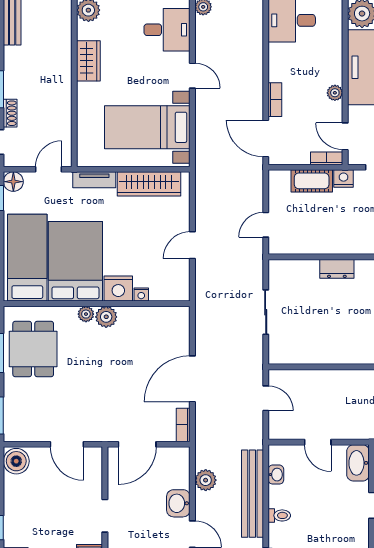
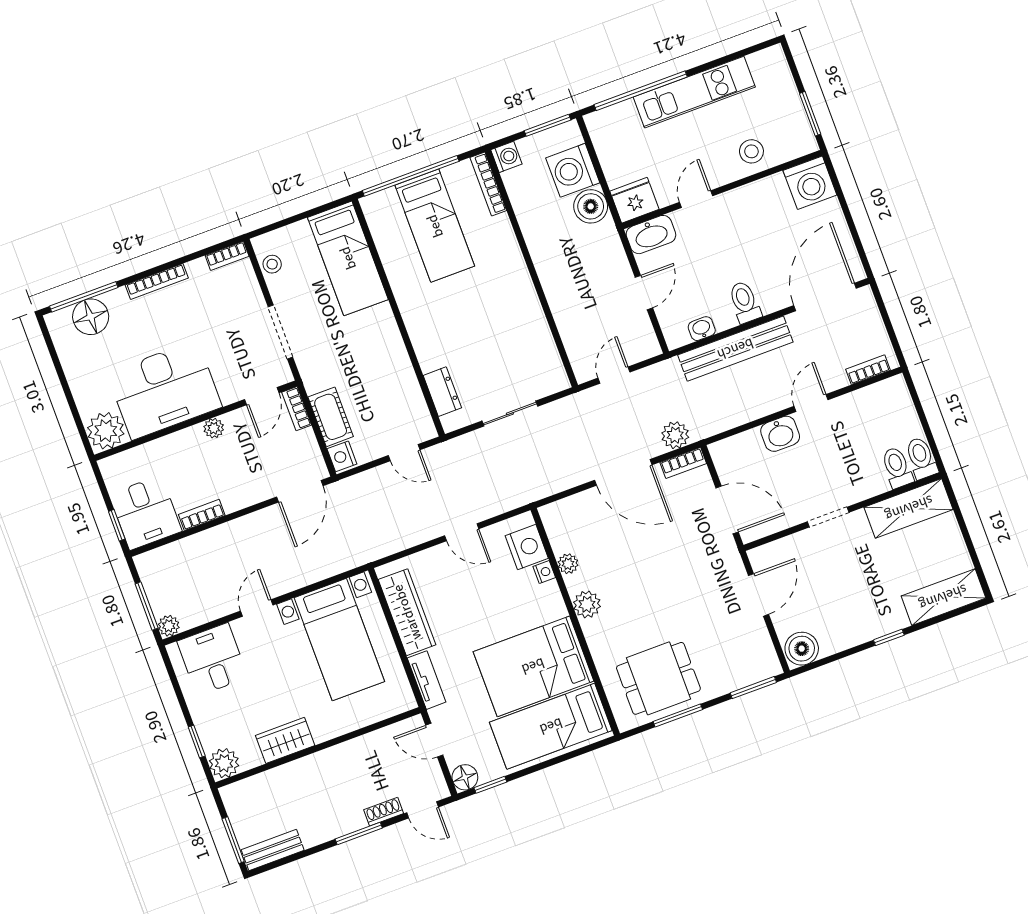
bookcase: (275, 100) -> (202, 515), moved
nightstand: (343, 178) -> (342, 456), moved
dresser: (337, 269) -> (442, 392), moved
nightstand: (118, 289) -> (527, 547), moved
plant: (86, 314) -> (568, 564), moved
plant: (206, 480) -> (675, 435), moved
toilet: (279, 515) -> (745, 302), width x1.37, depth x1.39

